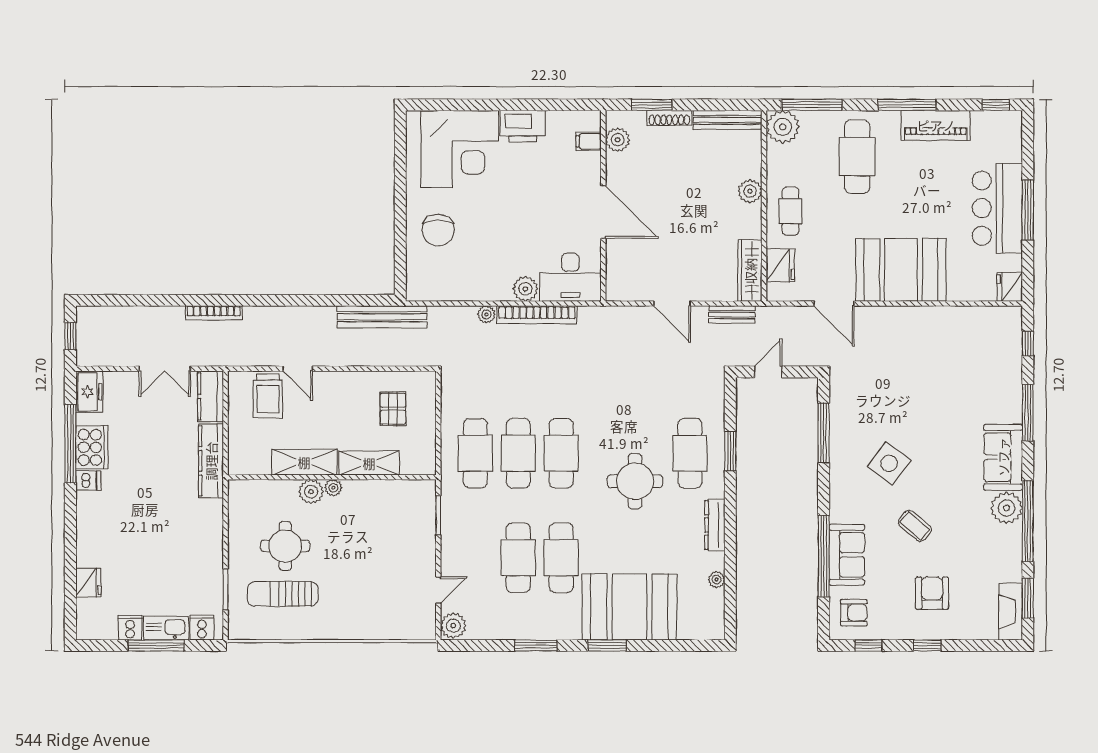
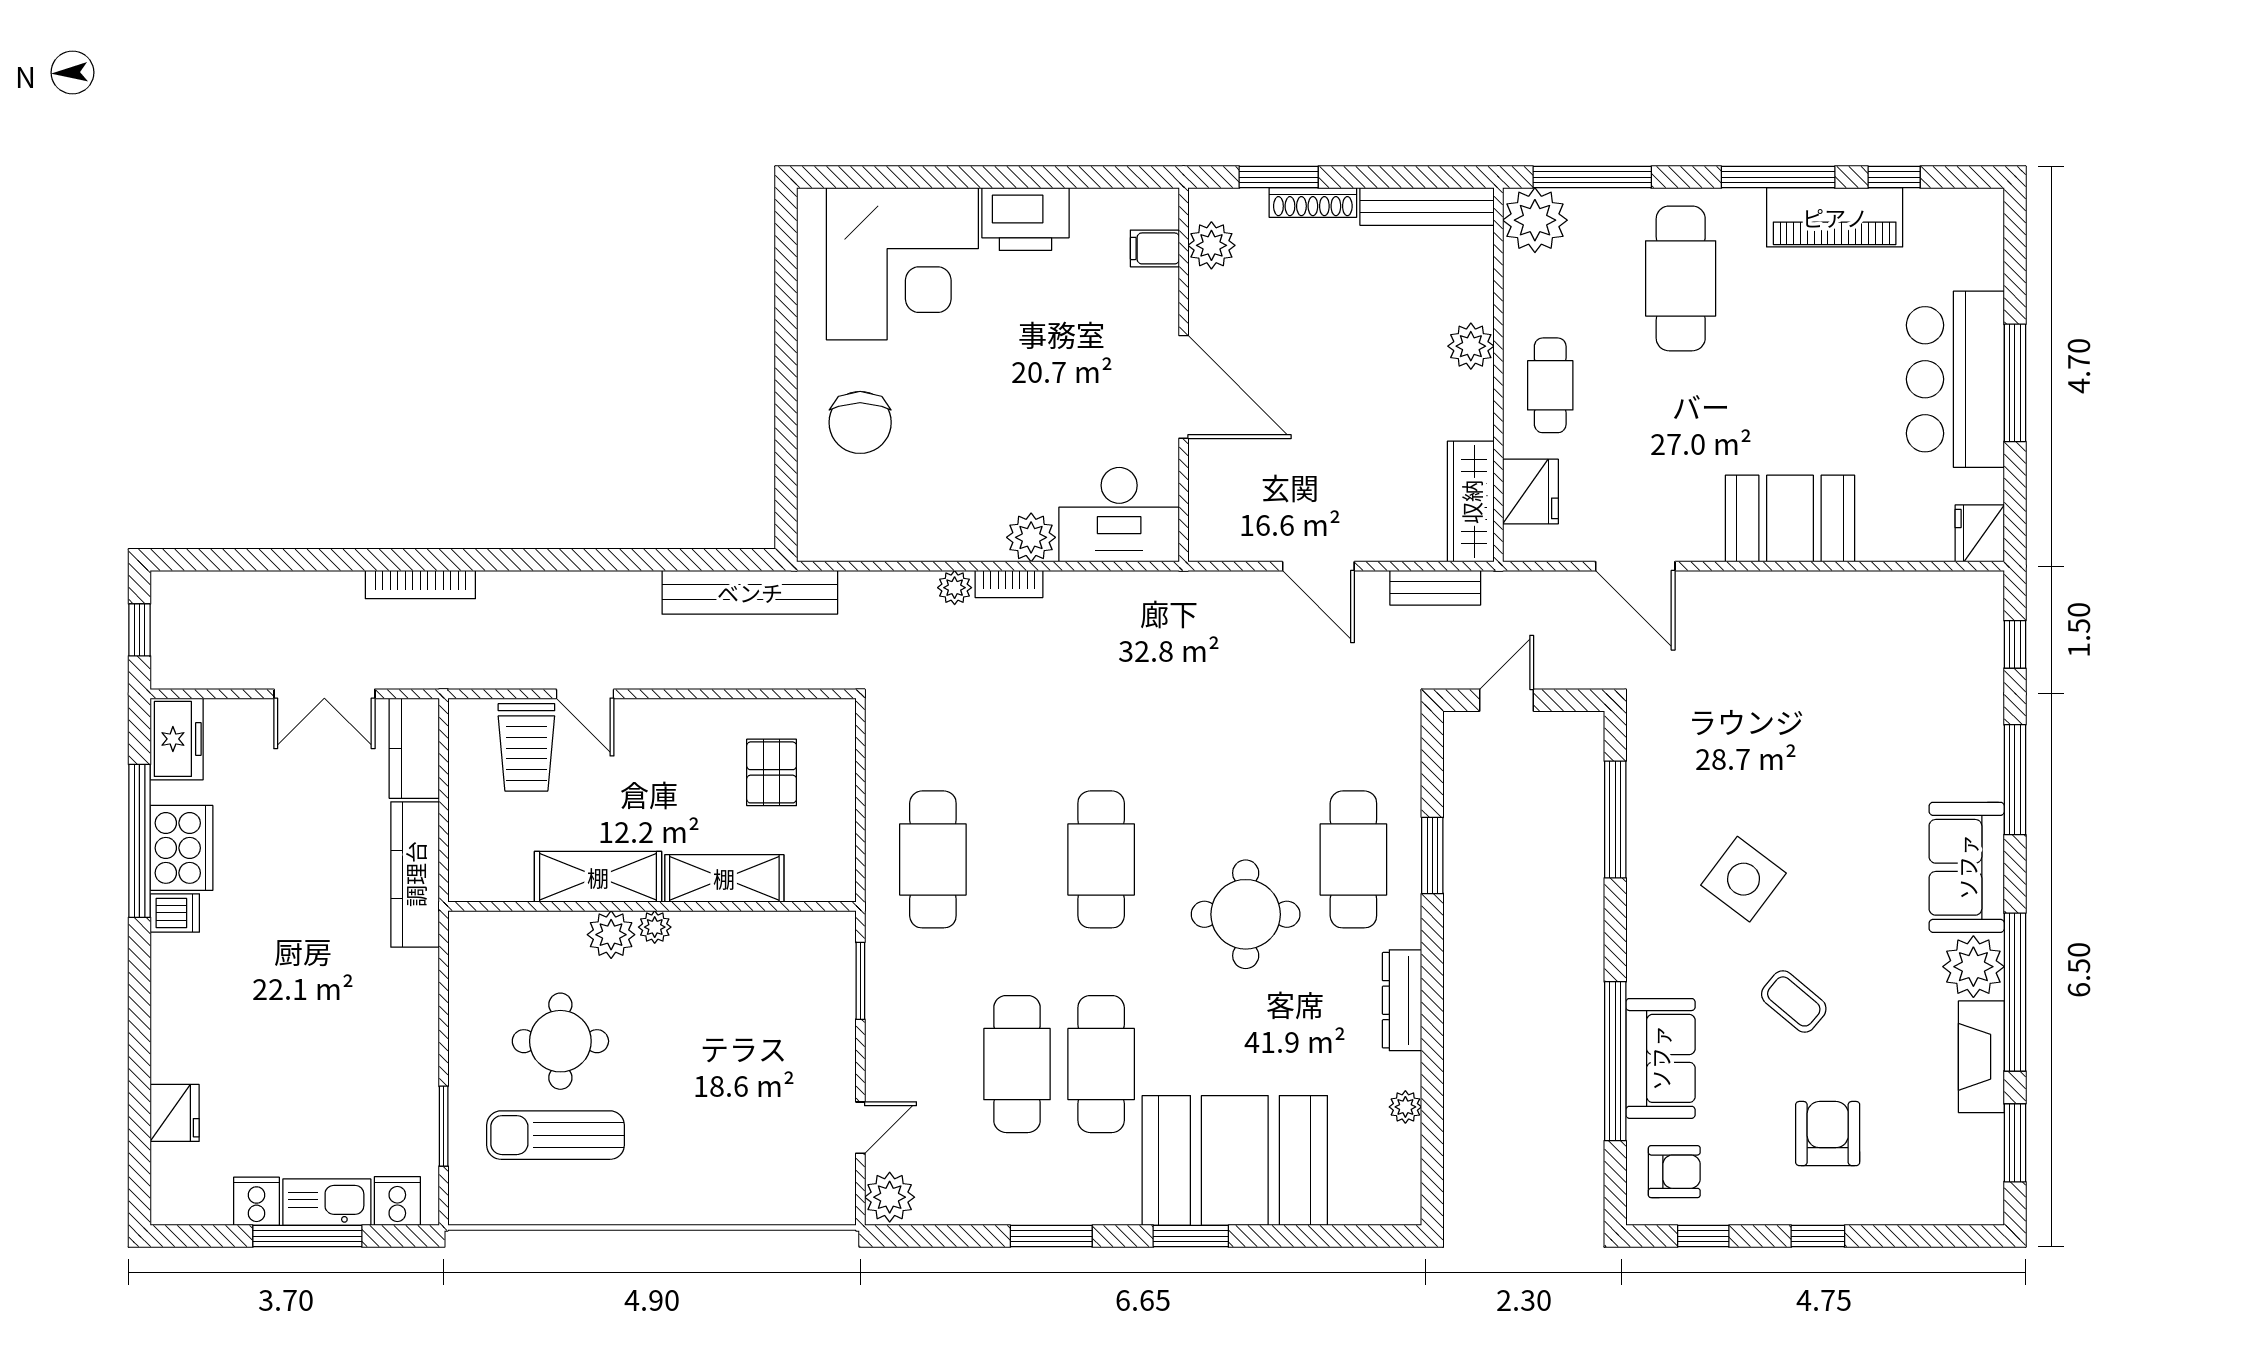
window: (996, 105) -> (1894, 177), moved
booth: (901, 270) -> (1790, 519), width x0.73, depth x0.70
bookcase: (537, 315) -> (1009, 584), width x0.43, depth x0.76
cafe table: (518, 453) -> (1017, 859), removed
fireplace: (1011, 612) -> (1981, 1057), moved

